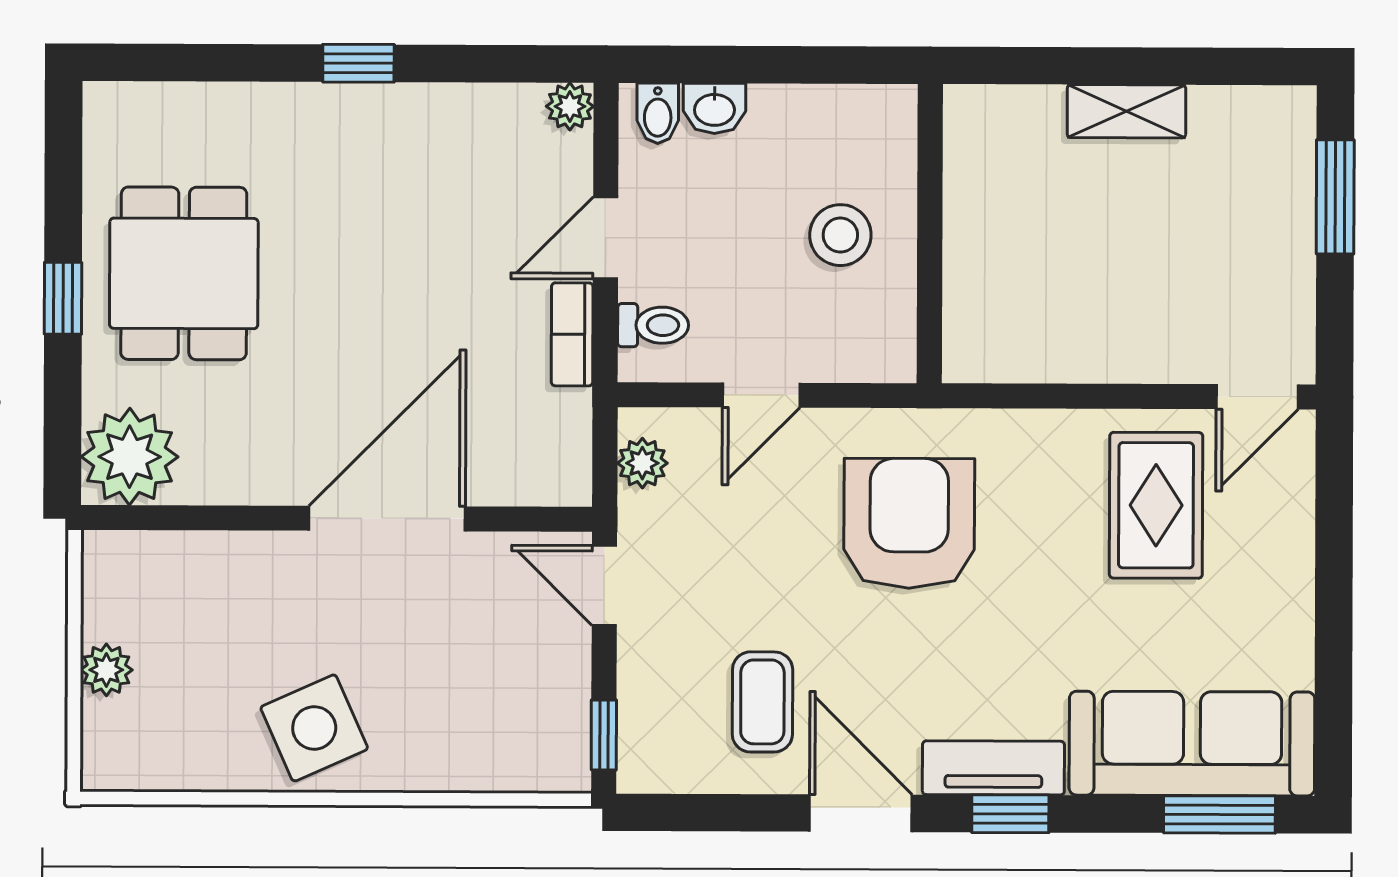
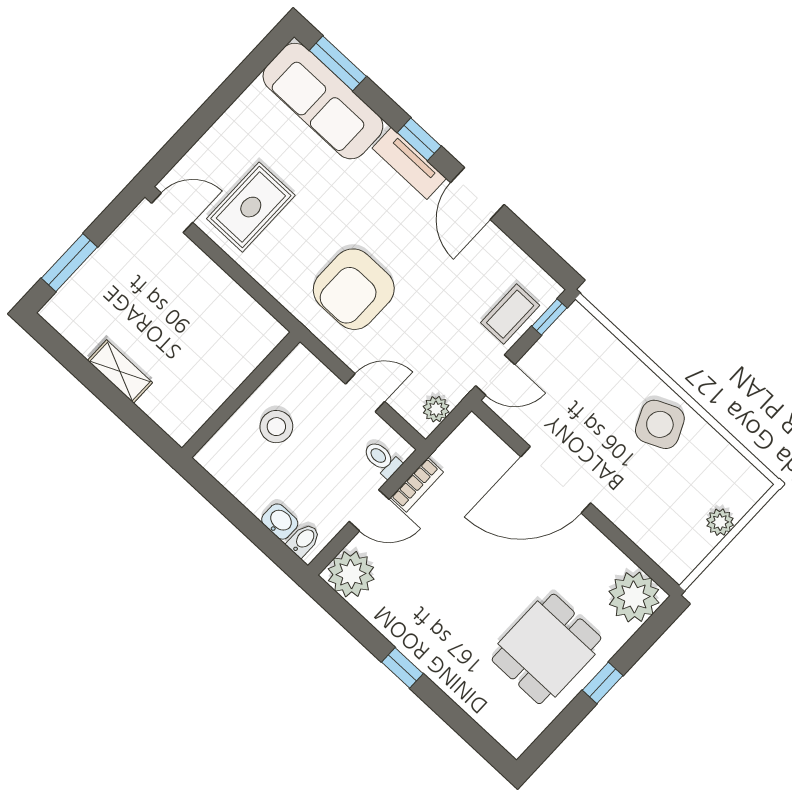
plant: (570, 106) -> (351, 574), width x1.87, depth x1.87
door: (604, 586) -> (495, 375), hinge flipped
coffee table: (762, 702) -> (510, 314), moved

